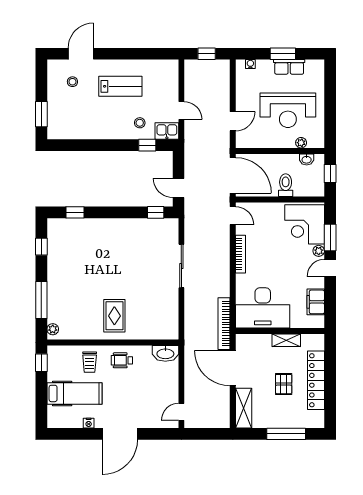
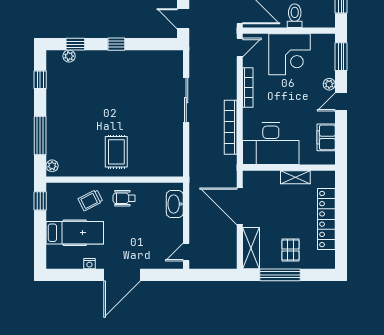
window: (156, 212) -> (116, 44), moved
door: (233, 216) -> (240, 47), hinge flipped
plant: (69, 224) -> (69, 56), added
corner desk: (305, 224) -> (289, 54), moved, turned -90
window: (330, 237) -> (341, 57), moved
bookcase: (224, 324) -> (231, 127), moved
washbasin: (165, 353) -> (175, 204), moved, turned 90
trolley: (90, 362) -> (90, 200), turned 63
pallet: (284, 384) -> (290, 250), moved
window: (286, 434) -> (280, 275), moved

